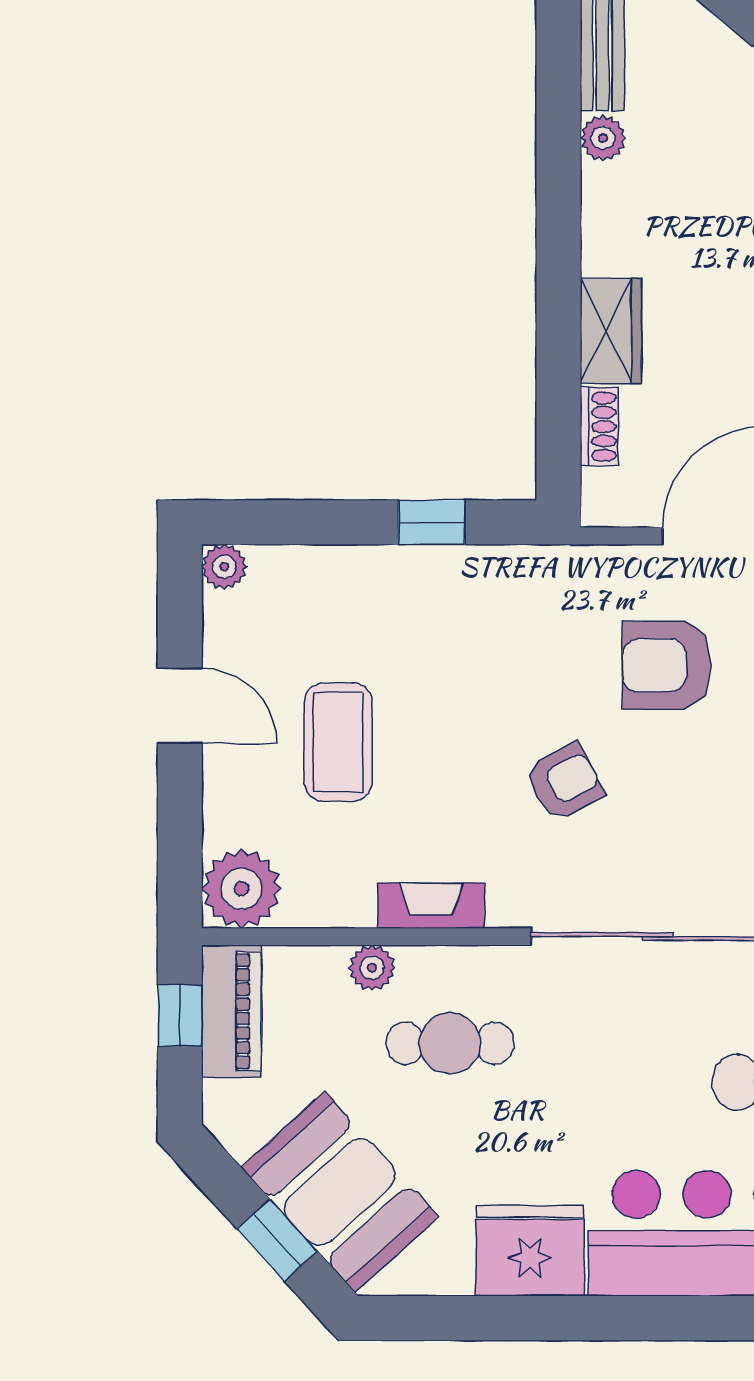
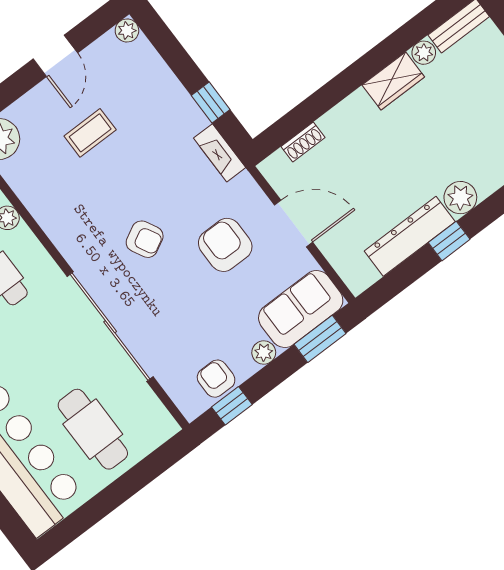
wardrobe: (611, 331) -> (393, 81), moved
coffee table: (338, 742) -> (90, 133), width x0.73, depth x0.77
fireplace: (431, 906) -> (220, 153), moved, turned 180

